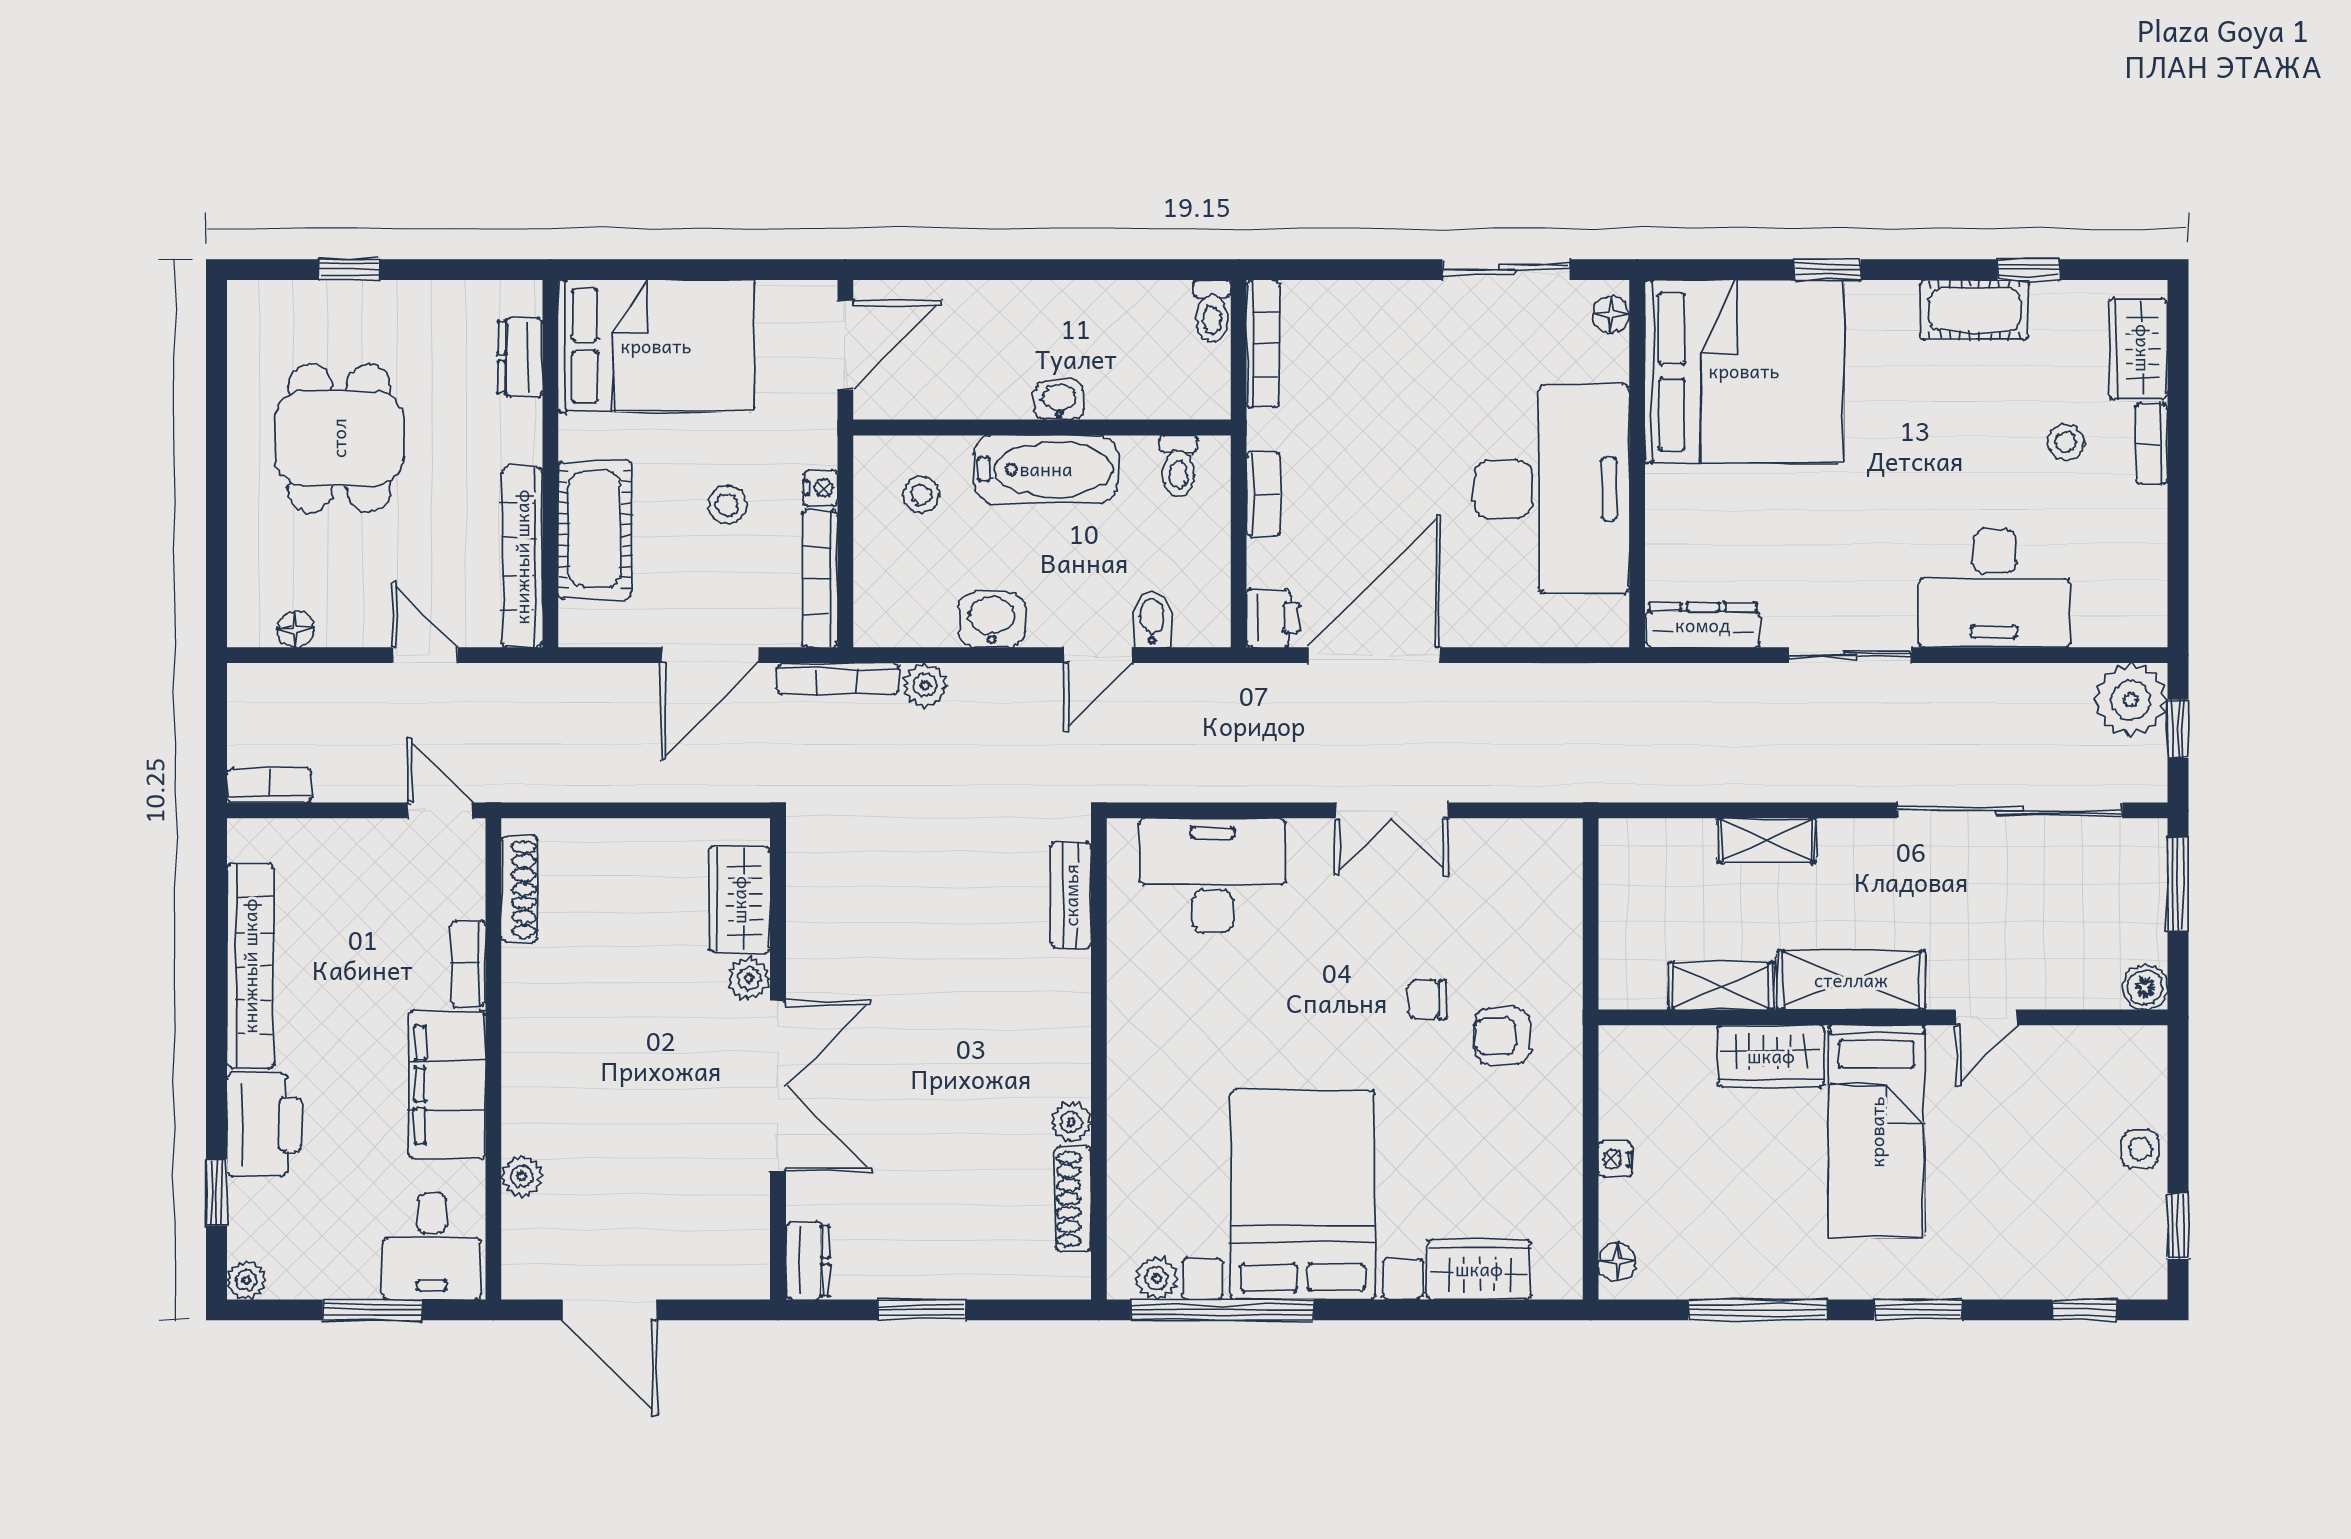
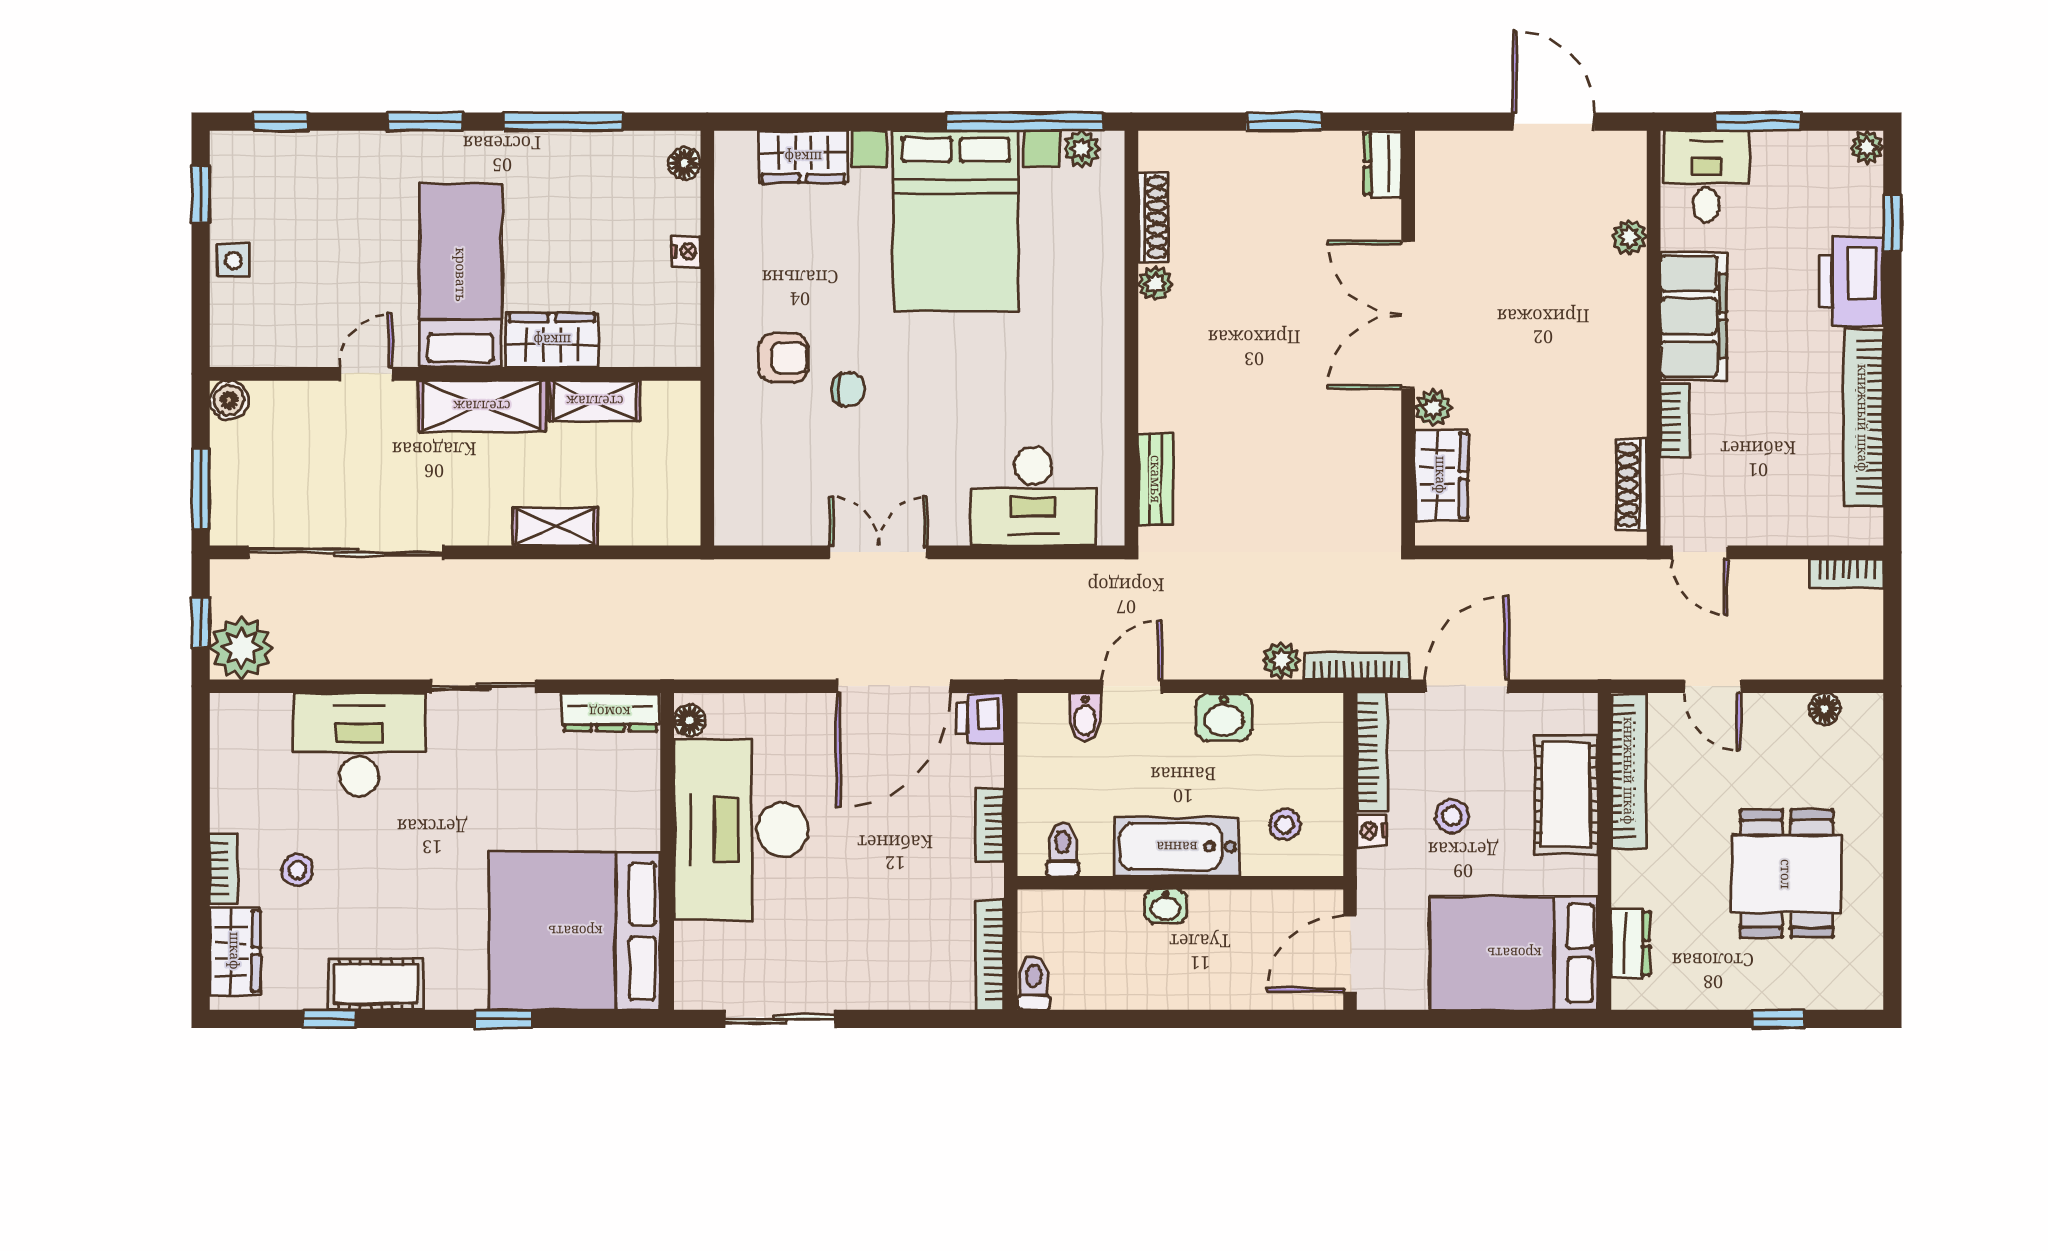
floor lamp: (1611, 314) -> (690, 720), moved

